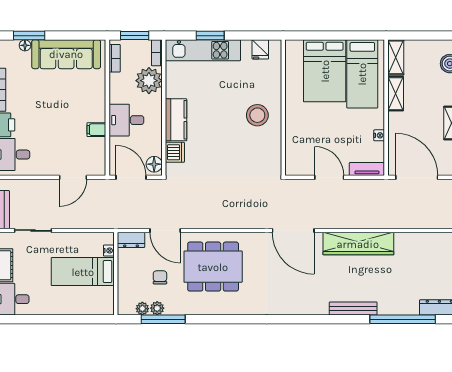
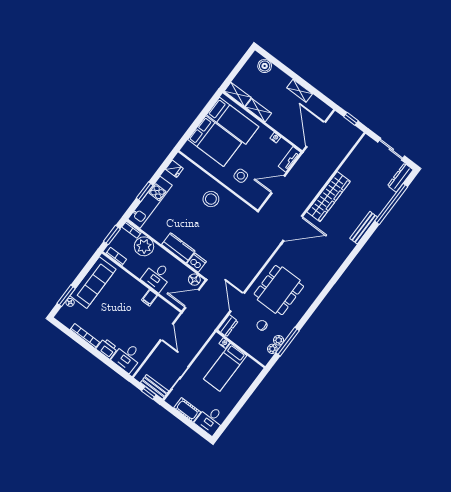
side table: (308, 129) -> (241, 176), added
door: (417, 177) -> (316, 134), hinge flipped
door: (165, 230) -> (237, 302), swing flipped

